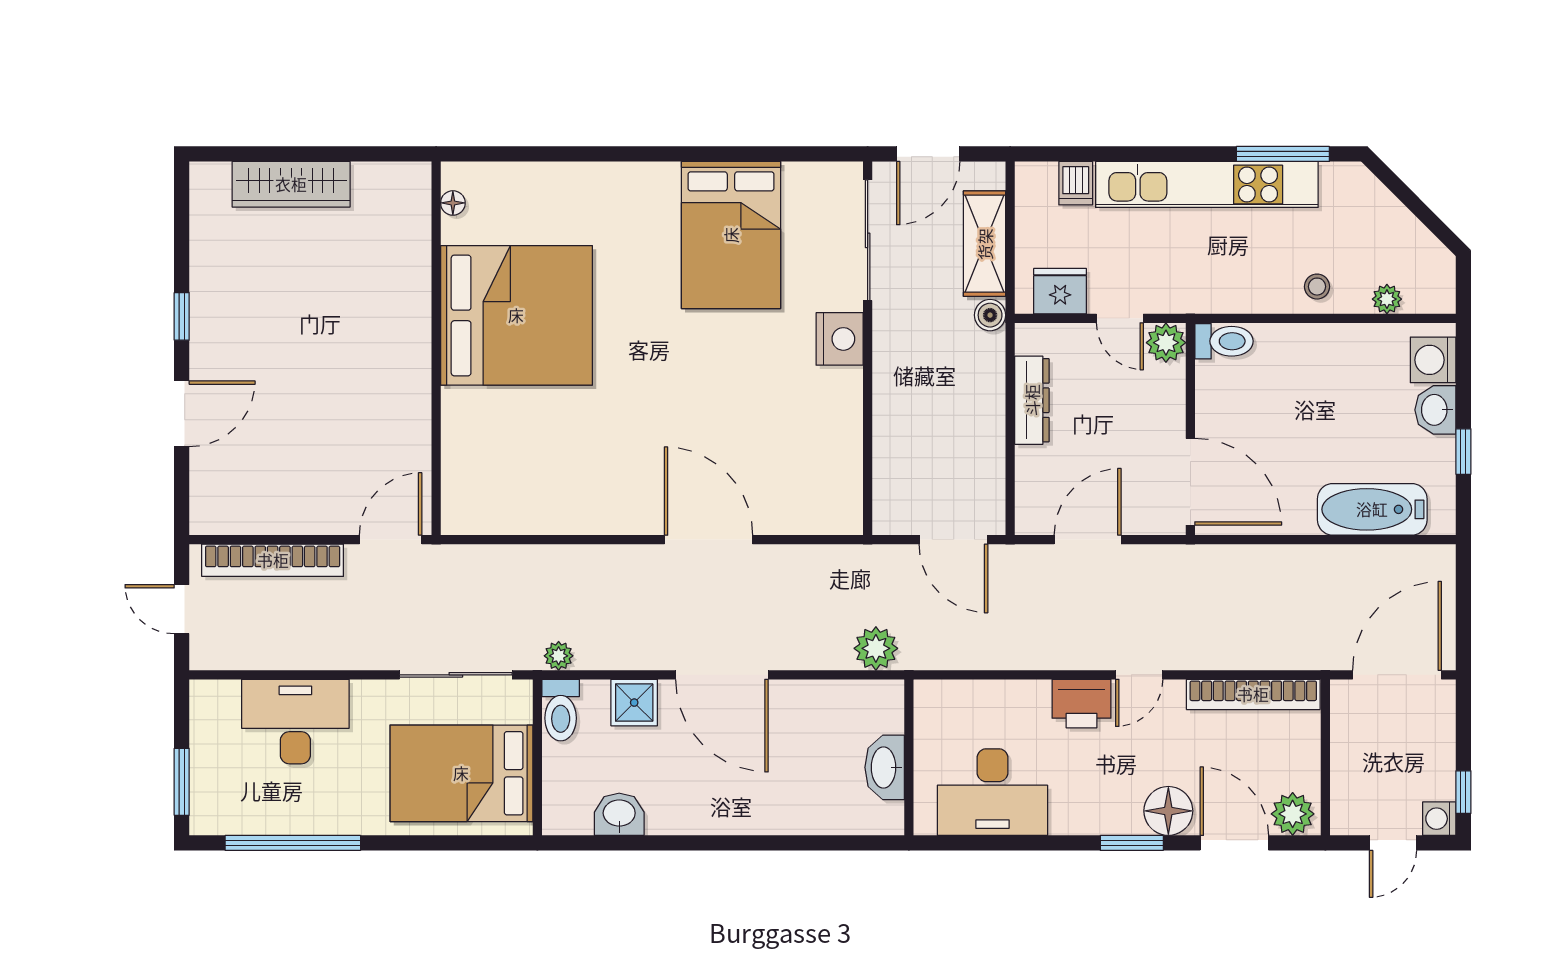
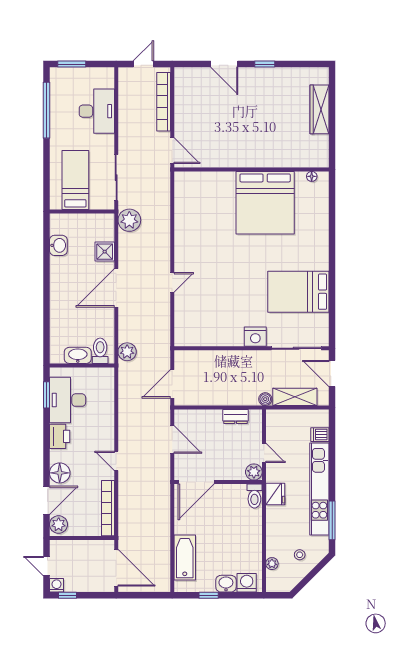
stool: (1317, 287) -> (300, 555), moved
fridge: (1060, 291) -> (275, 494), moved
door: (1120, 318) -> (264, 453), swing flipped
dresser: (1032, 400) -> (236, 416), width x0.70
door: (708, 540) -> (172, 282), width x0.53
plant: (559, 656) -> (129, 220), width x1.88, depth x1.88
printer: (1081, 704) -> (60, 436), moved, turned 180
toilet: (561, 710) -> (100, 351), moved, turned 90
bed: (461, 773) -> (75, 180), width x0.67
window: (1132, 843) -> (46, 395), moved

